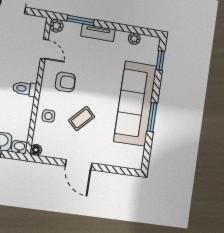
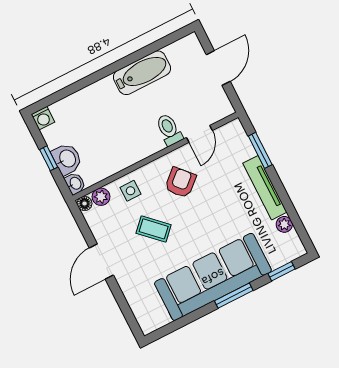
plant: (56, 26) -> (101, 197), moved
tv unit: (98, 33) -> (265, 188), width x1.41
armchair: (65, 82) -> (180, 183), turned -132
toilet: (25, 89) -> (169, 130), moved
window: (152, 117) -> (234, 296), moved

